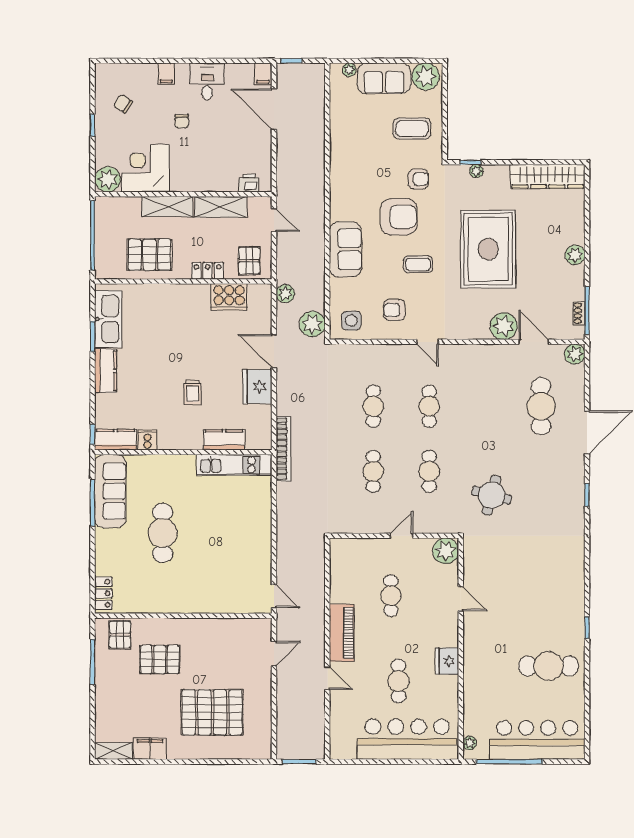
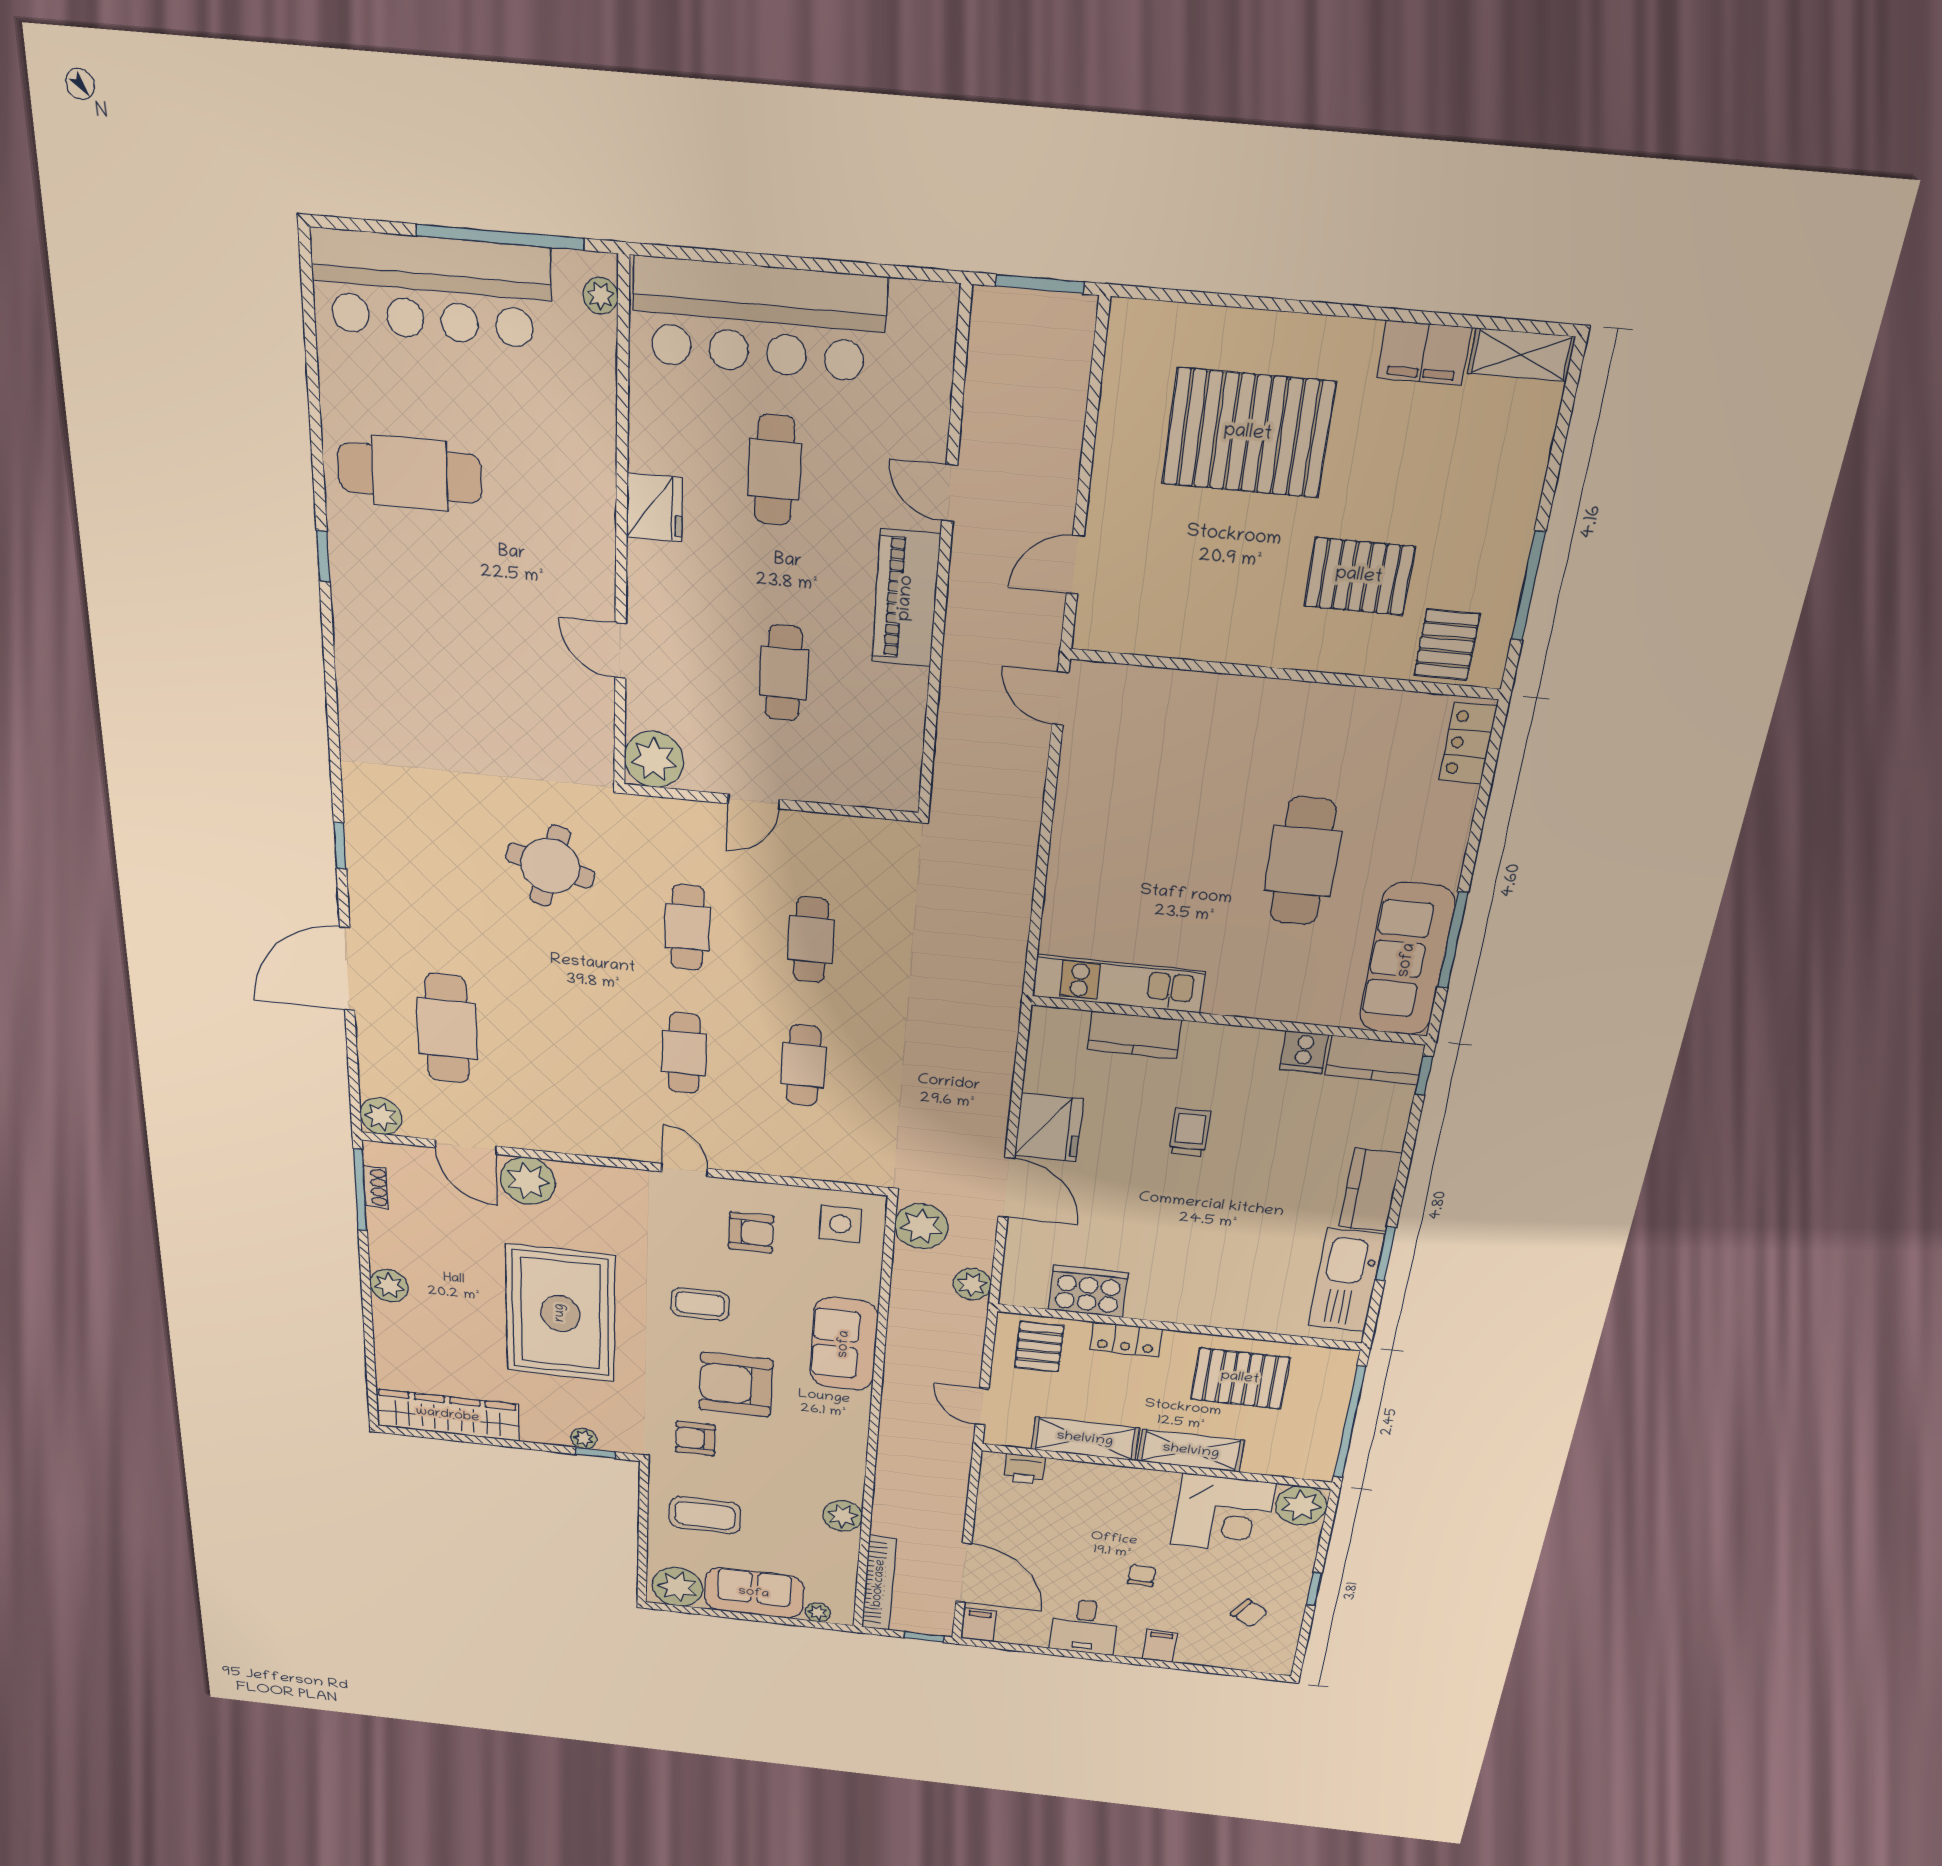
plant: (340, 139) -> (843, 1516), added
bookcase: (283, 449) -> (879, 1583), moved, turned 180

